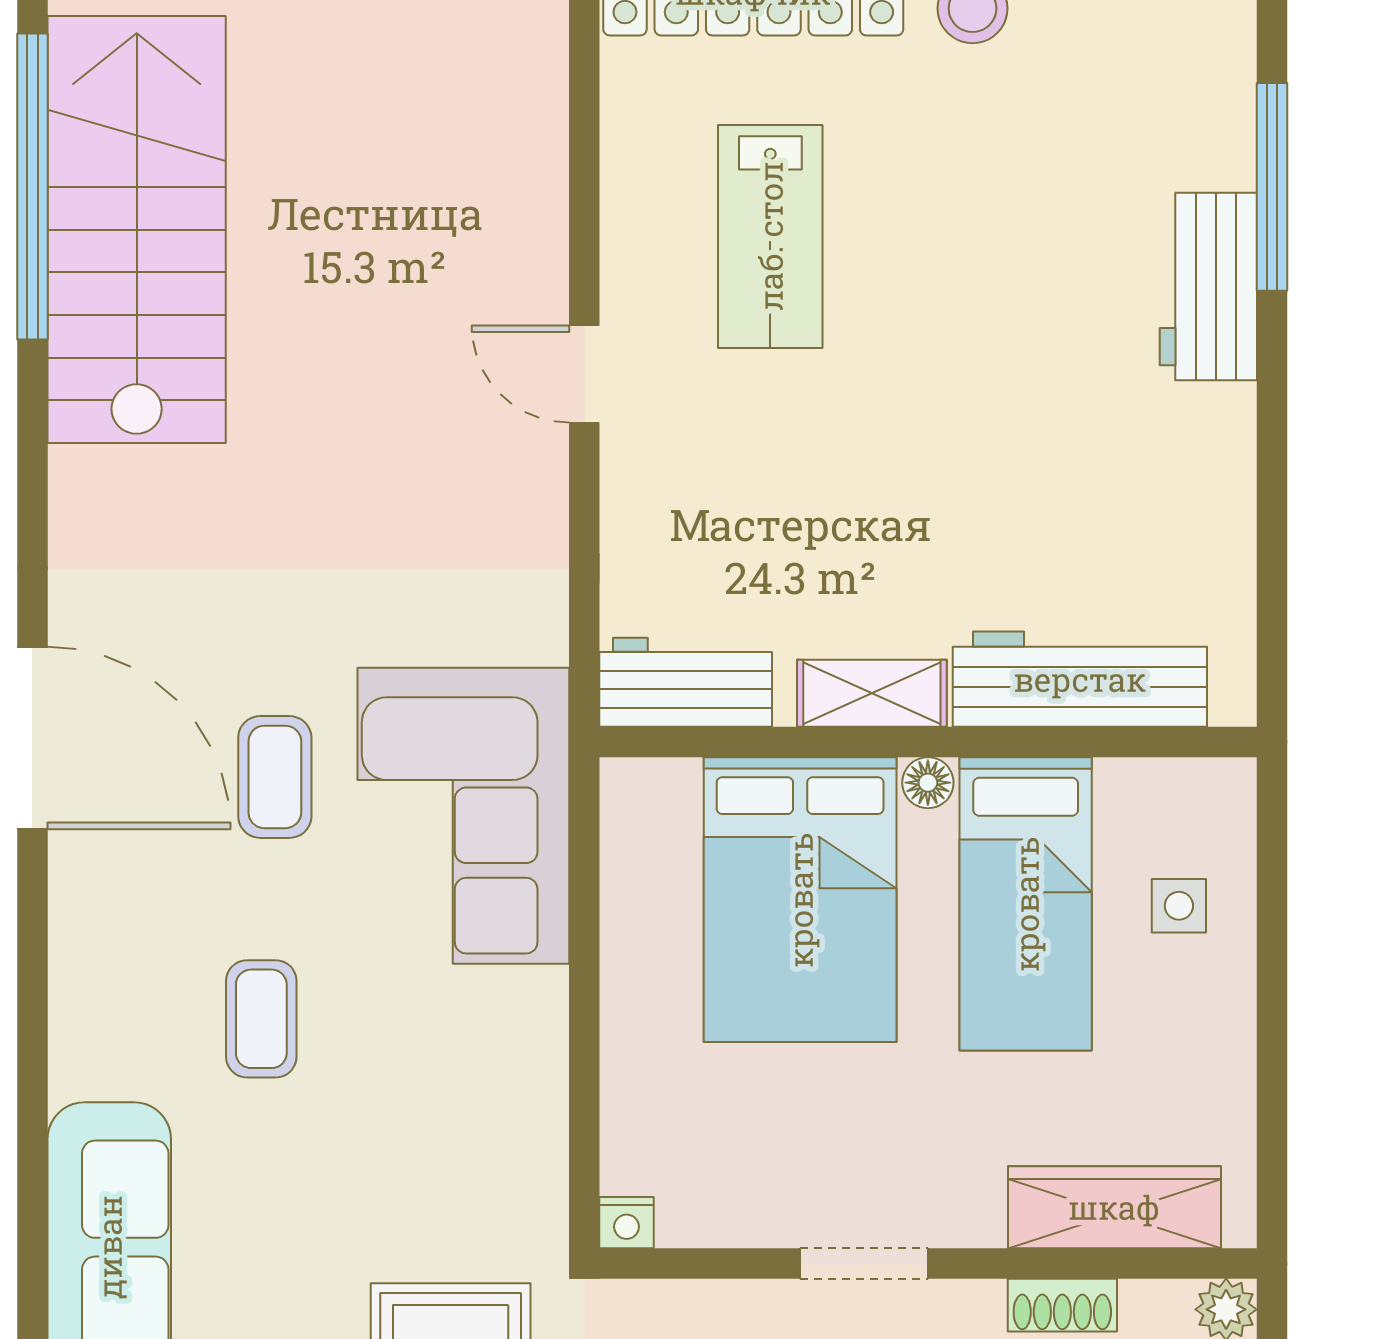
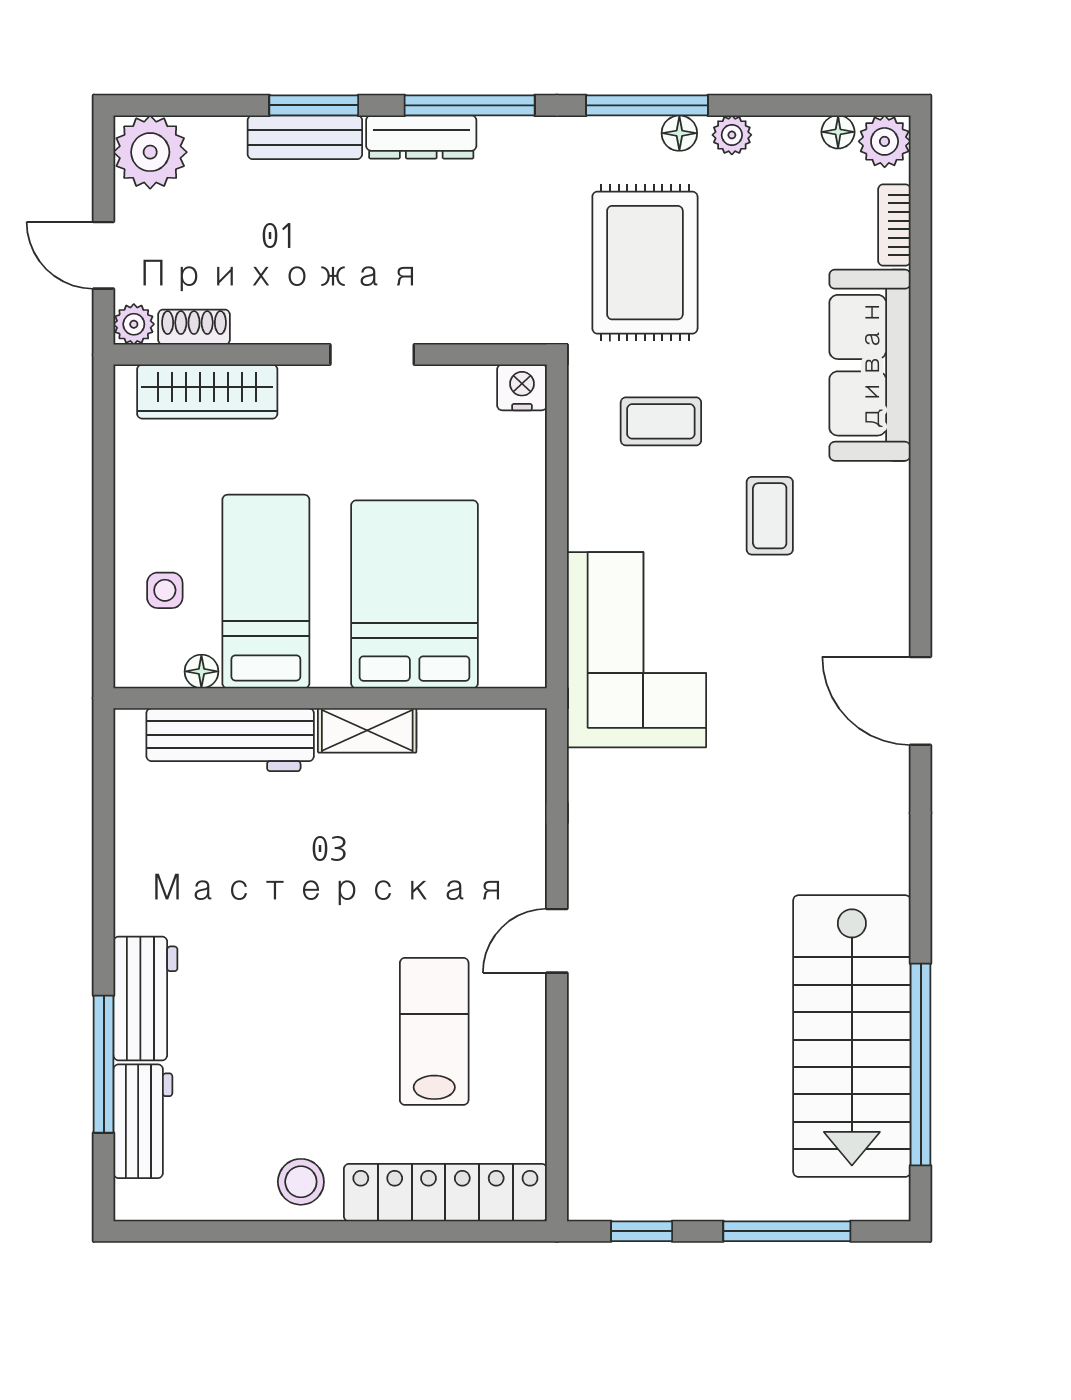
door: (584, 374) -> (557, 941), swing flipped
workbench: (686, 682) -> (143, 1121), moved, turned -90
door: (32, 738) -> (921, 701), width x0.73
coffee table: (275, 777) -> (661, 421), moved, turned 90
floor lamp: (928, 783) -> (201, 671), moved
nightstand: (627, 1223) -> (522, 387), width x1.39, depth x1.35
shoe rack: (1062, 1305) -> (194, 327), moved

